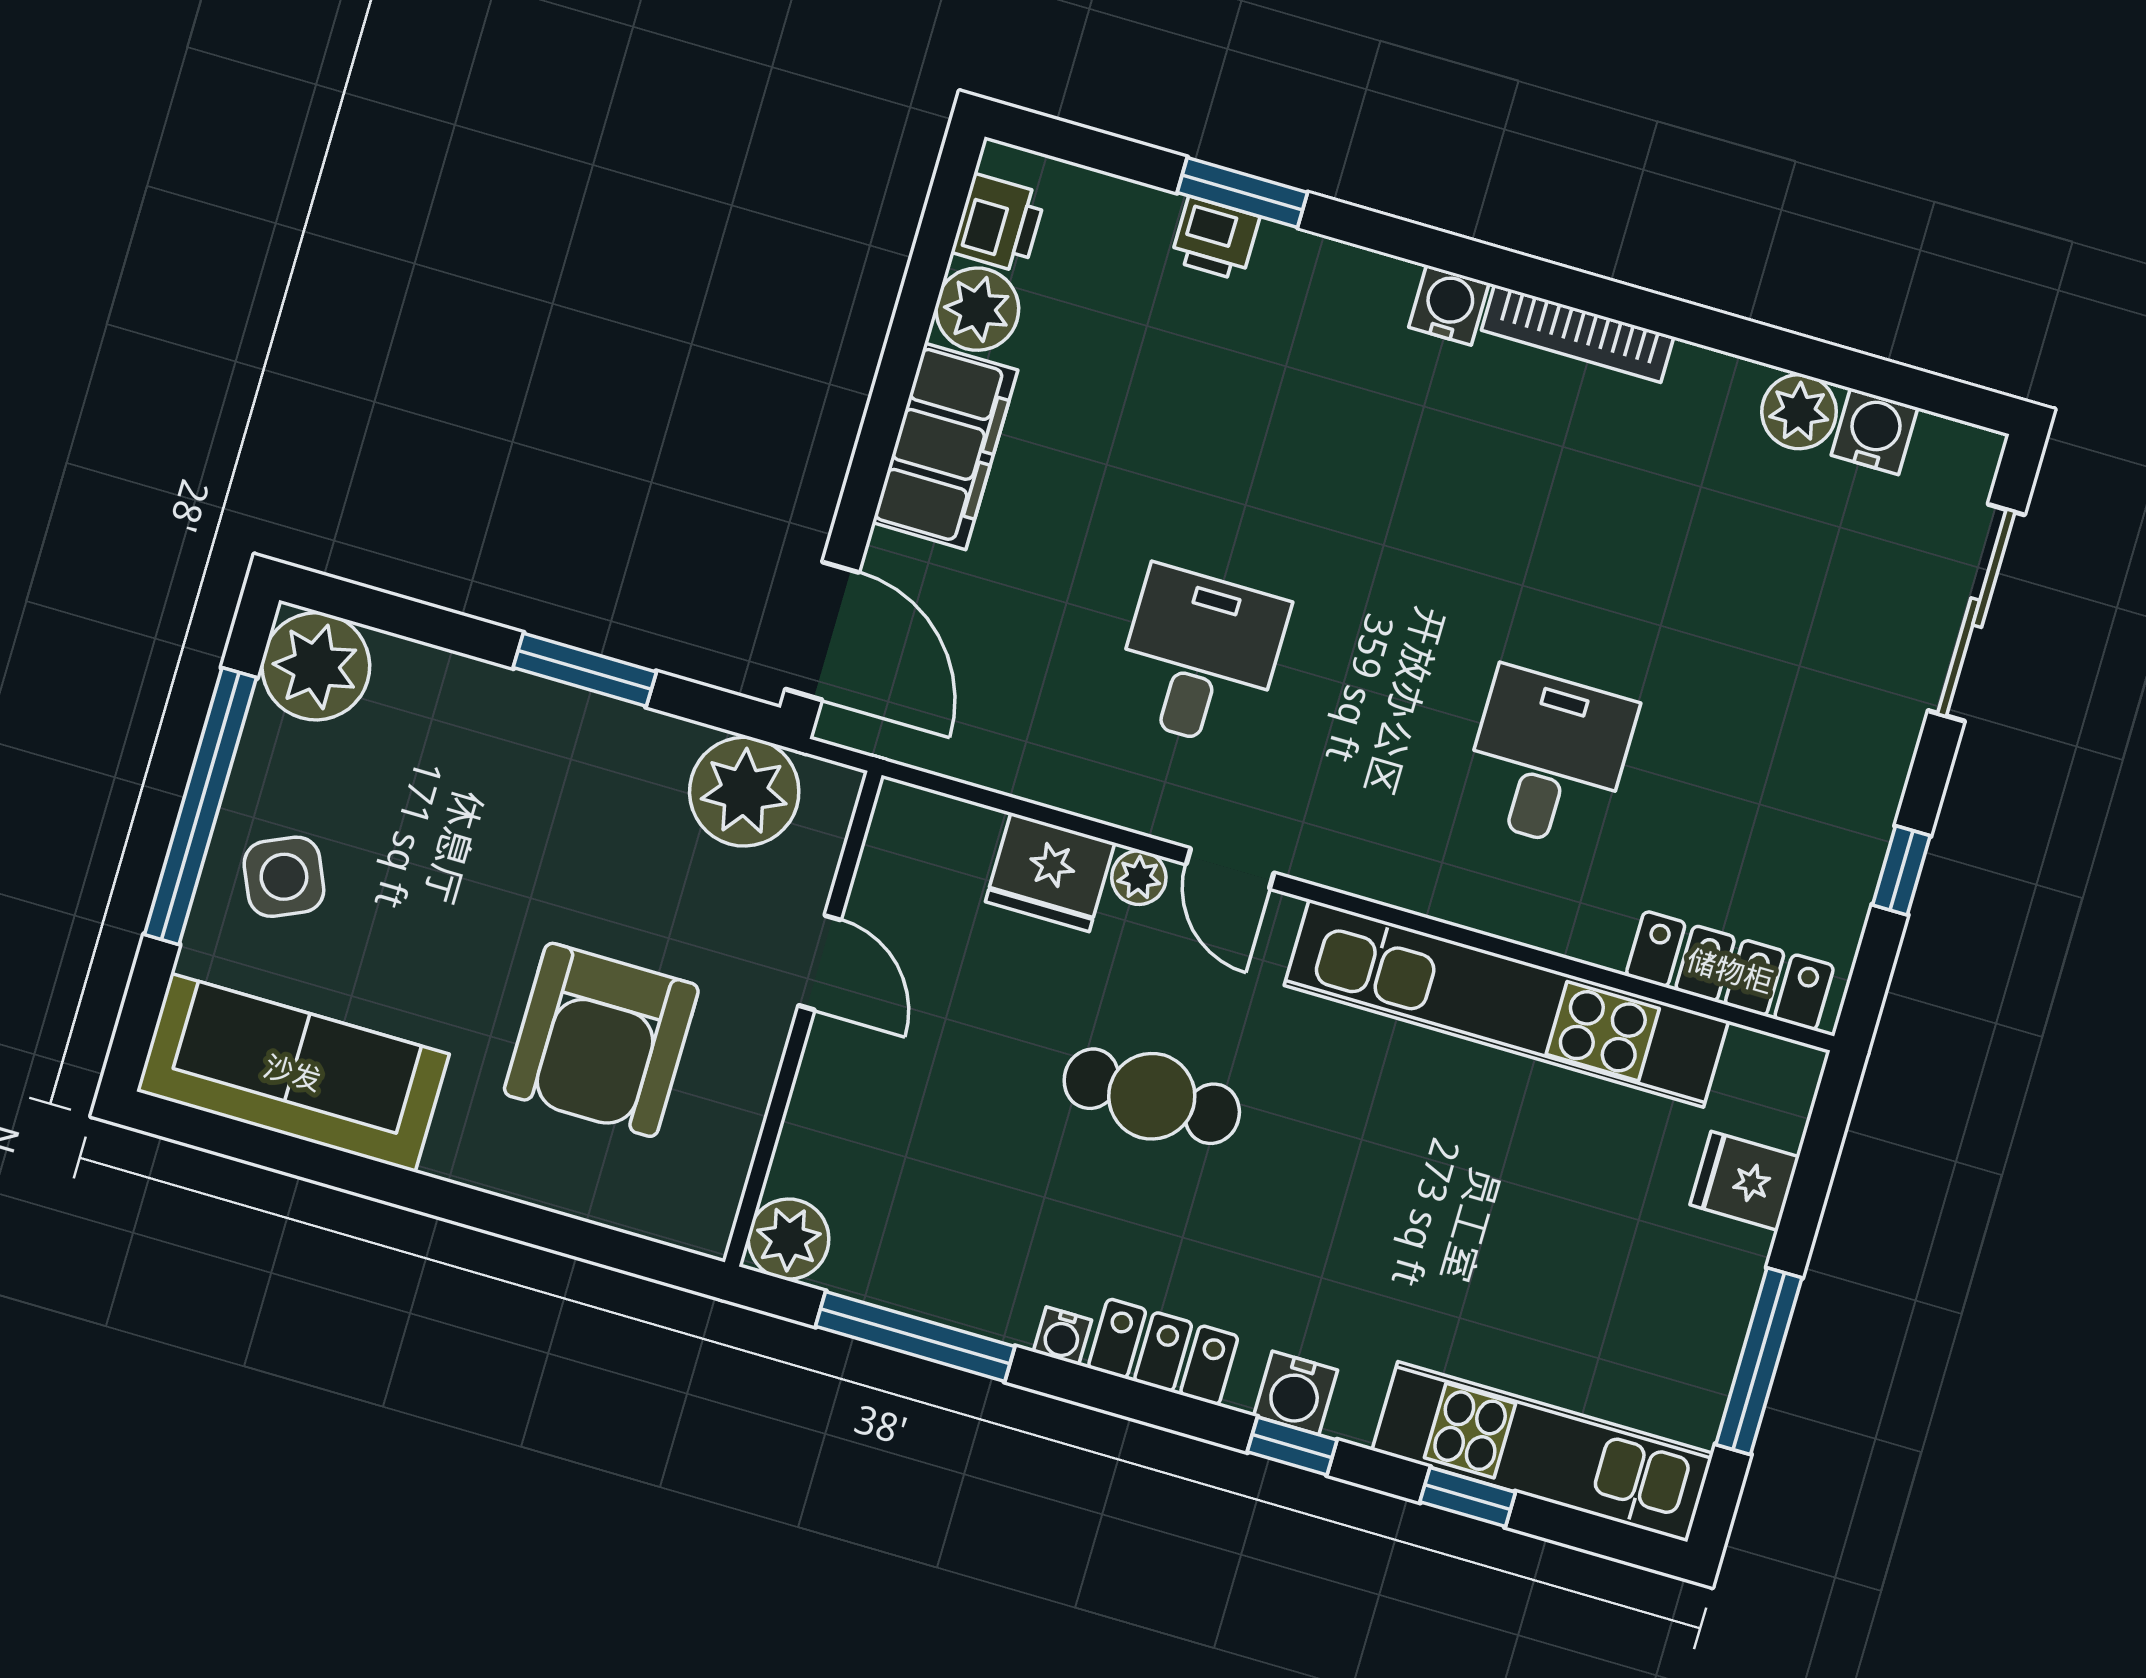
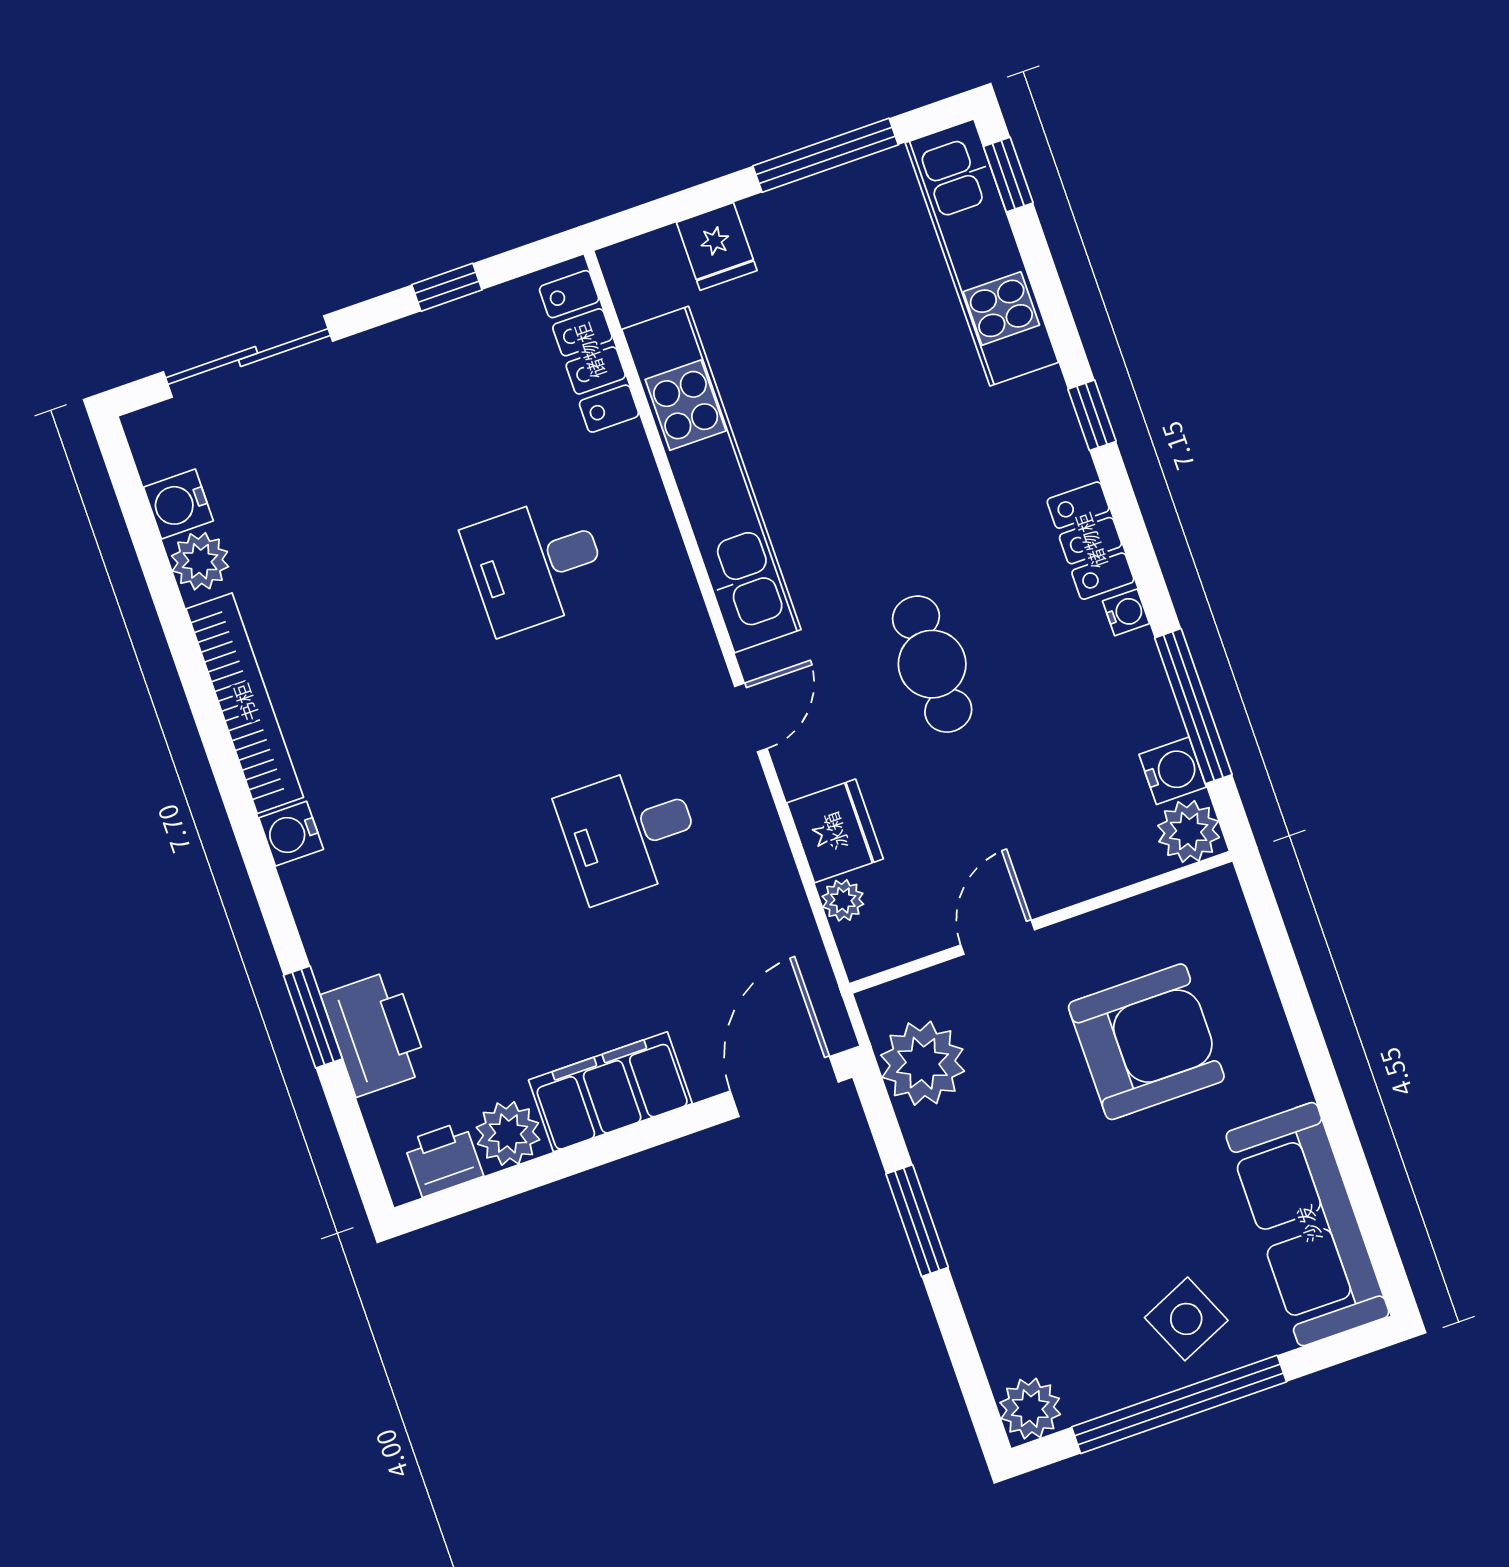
printer: (1215, 238) -> (375, 1033), width x1.87, depth x1.48
bookcase: (1578, 334) -> (245, 703), width x1.48, depth x1.31
plant: (316, 666) -> (1030, 1409), width x0.73, depth x0.73
plant: (1139, 878) -> (843, 900), moved
water cooler: (1296, 1393) -> (1173, 771), moved
window: (1468, 1497) -> (1008, 175), moved

